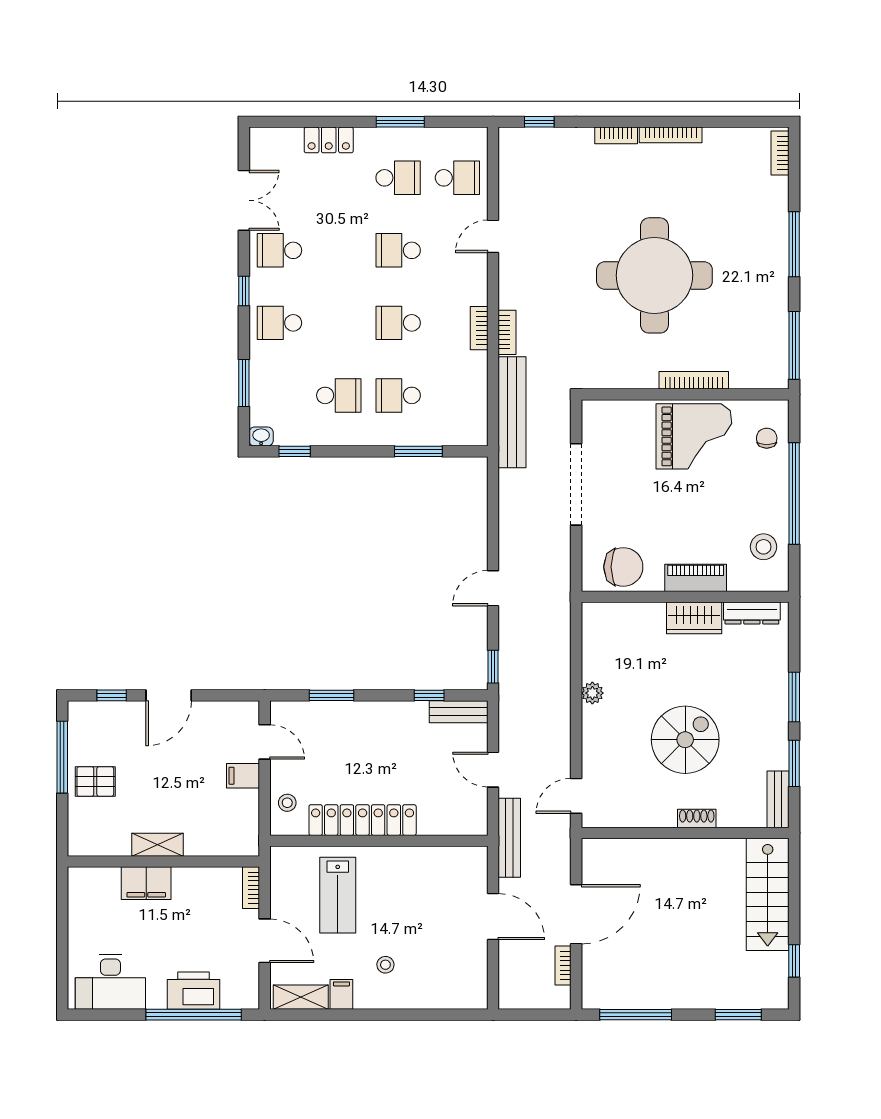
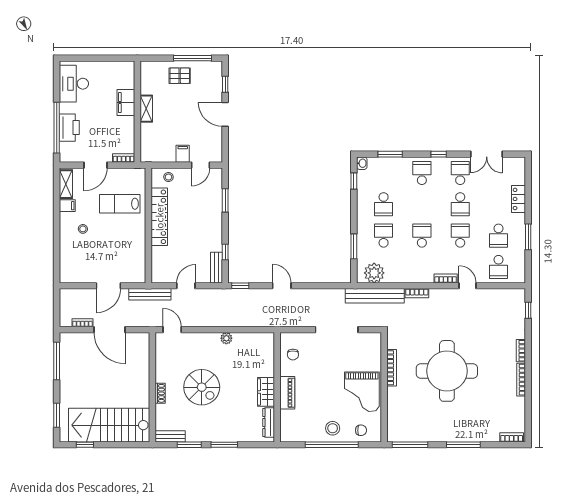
school desk: (339, 250) -> (460, 204), added
bookcase: (479, 328) -> (446, 278), moved
bookcase: (694, 380) -> (392, 368), moved
plant: (469, 413) -> (374, 273), added
stool: (764, 547) -> (333, 428), moved
chair: (623, 567) -> (293, 355), width x0.54, depth x0.54
pallet: (95, 782) -> (180, 76), turned 90
stairs: (768, 894) -> (109, 425), width x1.36, depth x1.51

